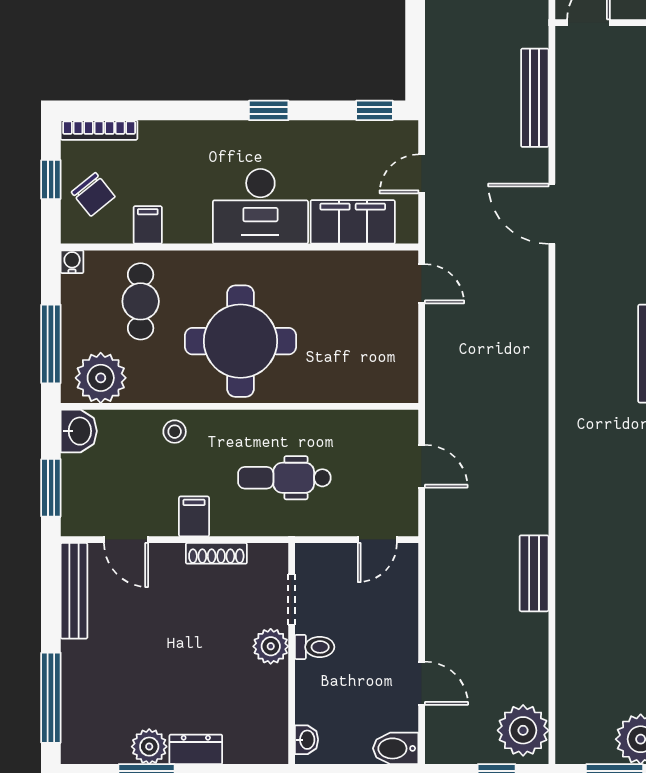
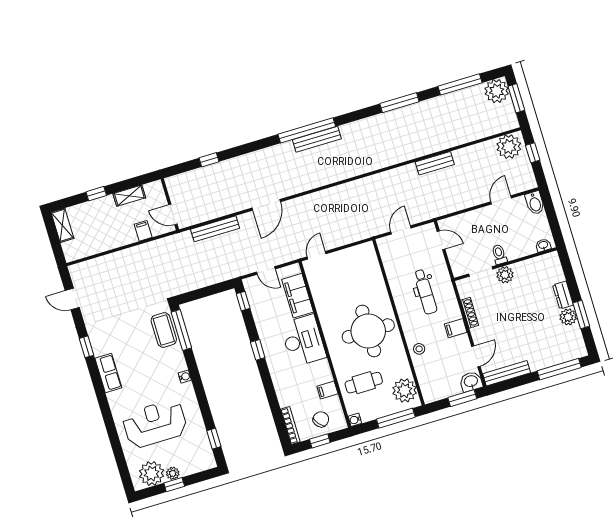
washbasin: (79, 431) -> (471, 382), moved

